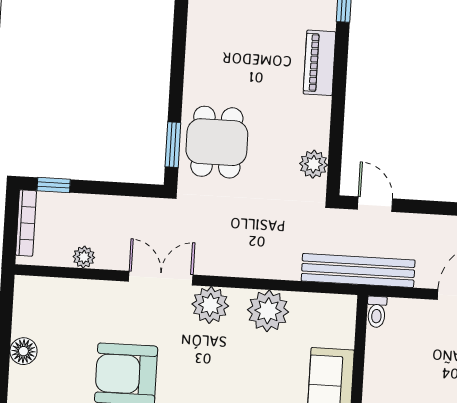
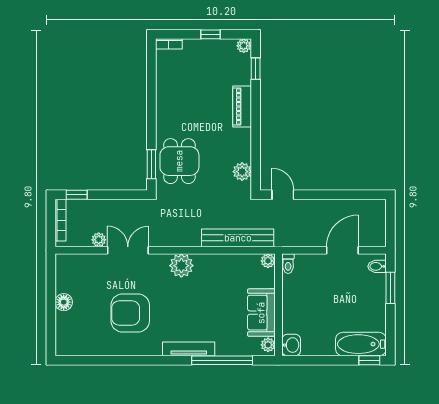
bench: (358, 270) -> (238, 238), moved
double door: (161, 278) -> (128, 250), moved
plant: (268, 311) -> (268, 261), moved, width x0.53, depth x0.53

